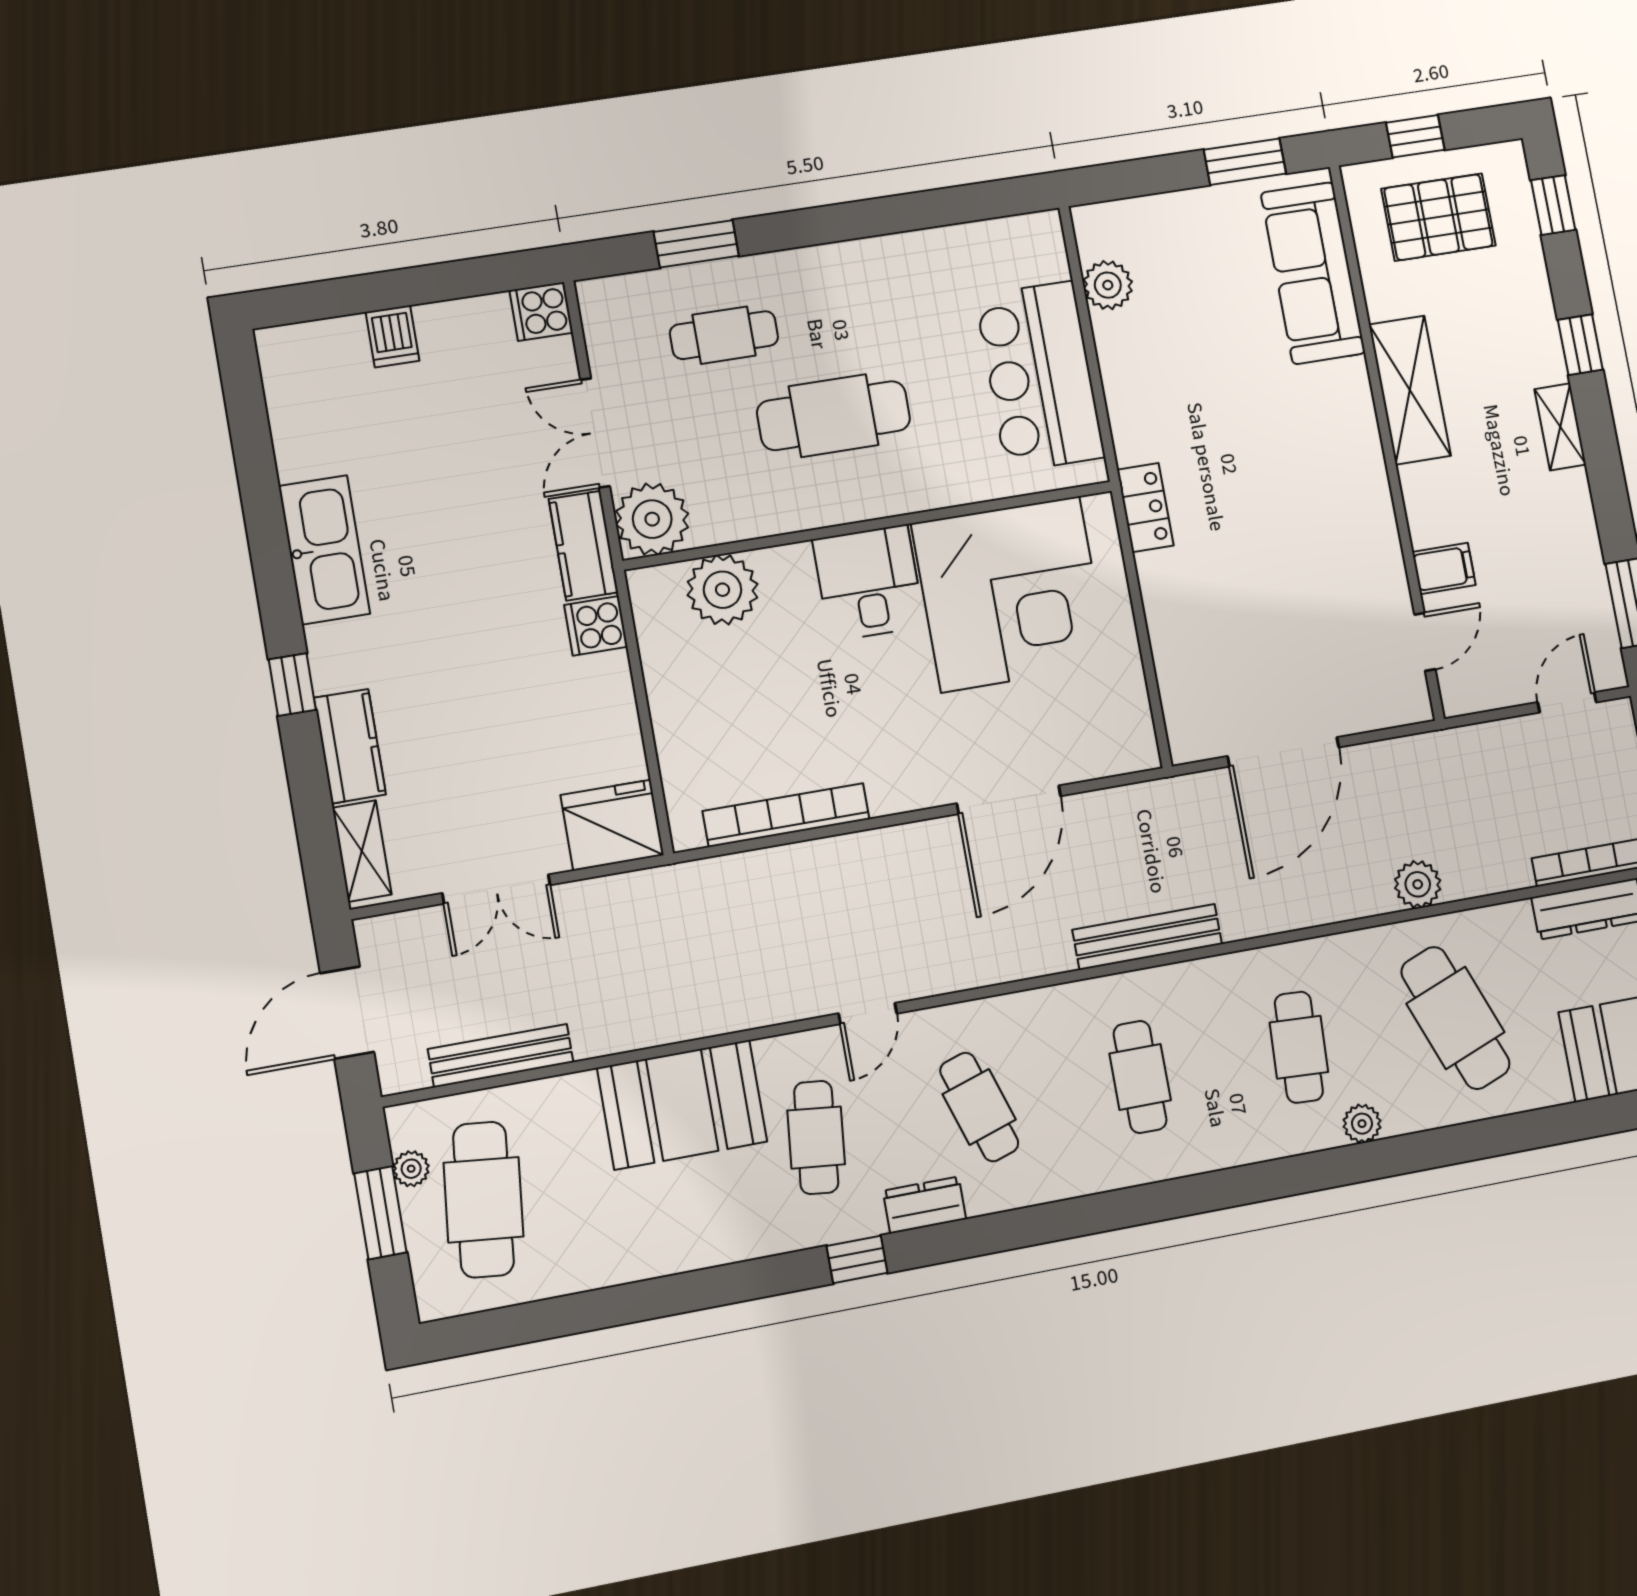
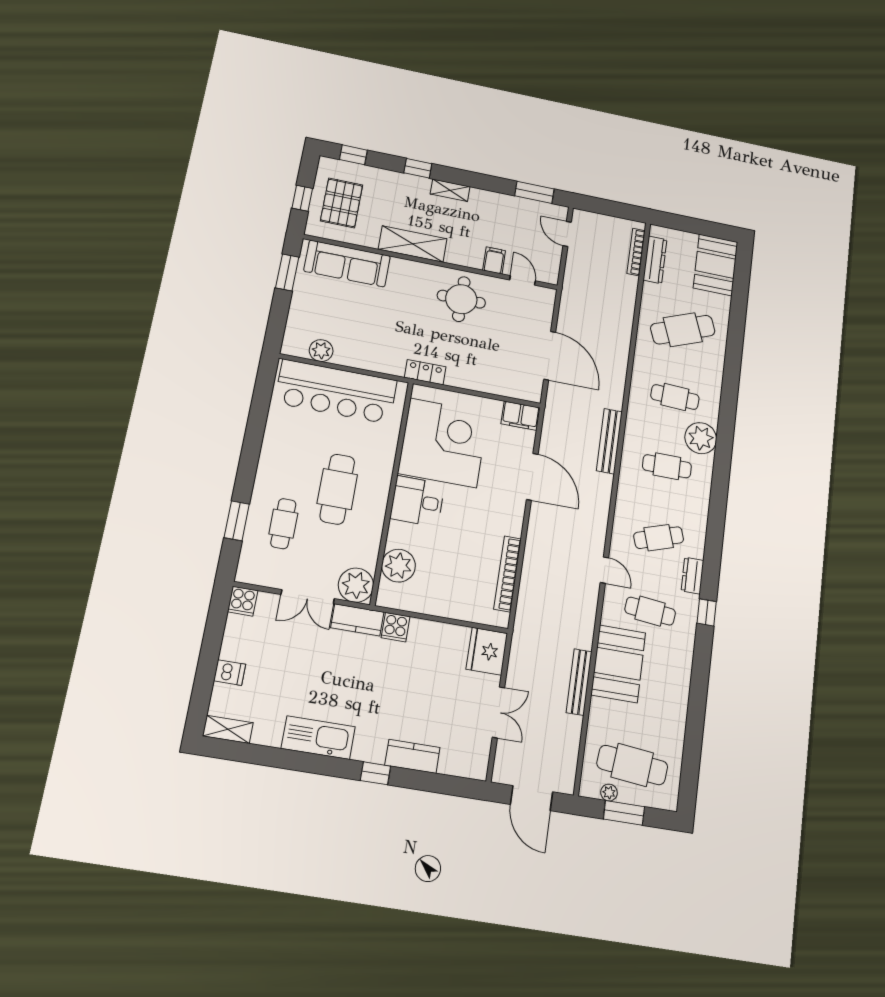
bar counter: (1040, 376) -> (336, 392), width x1.36
round table: (1332, 529) -> (461, 299), added
filing cabinet: (1130, 733) -> (521, 416), added
shelving: (362, 851) -> (228, 729), moved
plant: (1418, 884) -> (623, 323), removed
bench: (501, 1056) -> (579, 682), moved
plant: (1362, 1124) -> (701, 438), moved, width x1.88, depth x1.88

